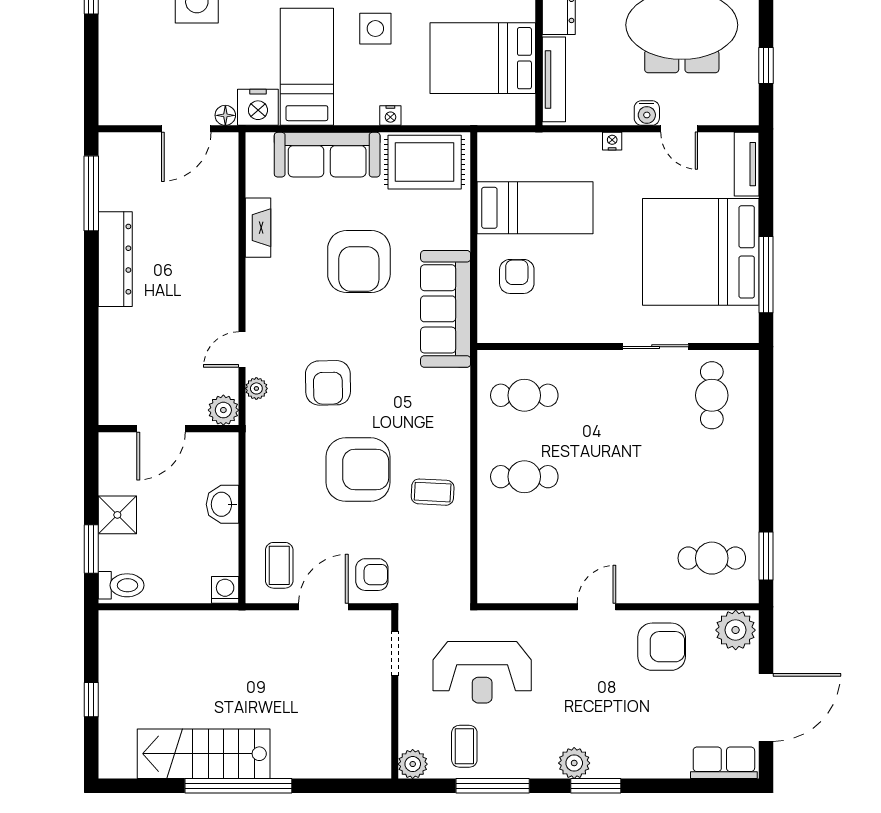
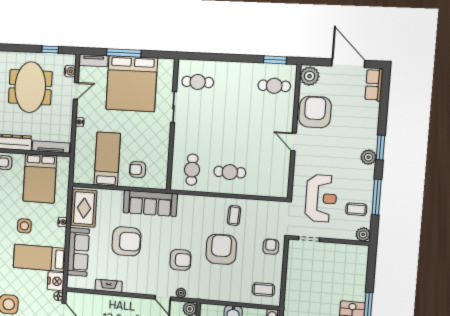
water cooler: (647, 113) -> (70, 71), moved
window: (766, 275) -> (124, 53), moved
cafe table: (524, 477) -> (230, 172), turned 90
cafe table: (712, 558) -> (274, 86), turned 90
door: (323, 607) -> (284, 271), removed
armchair: (662, 647) -> (315, 112), width x1.36, depth x1.36

